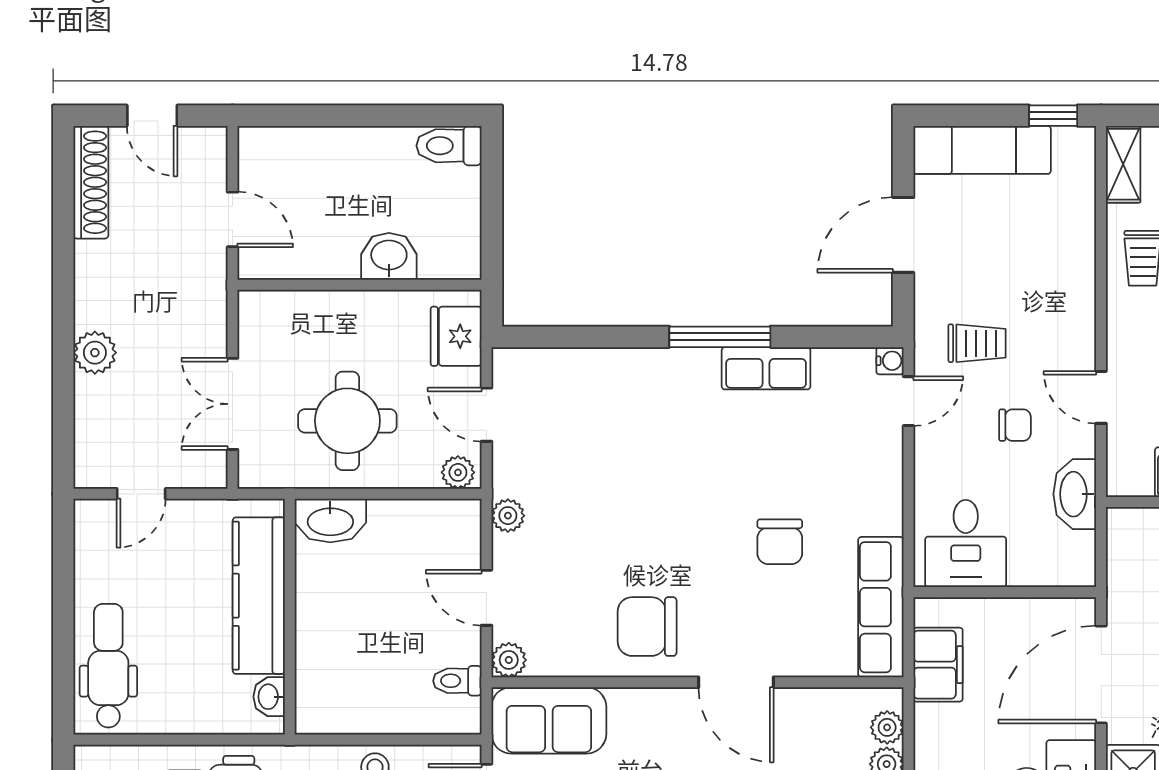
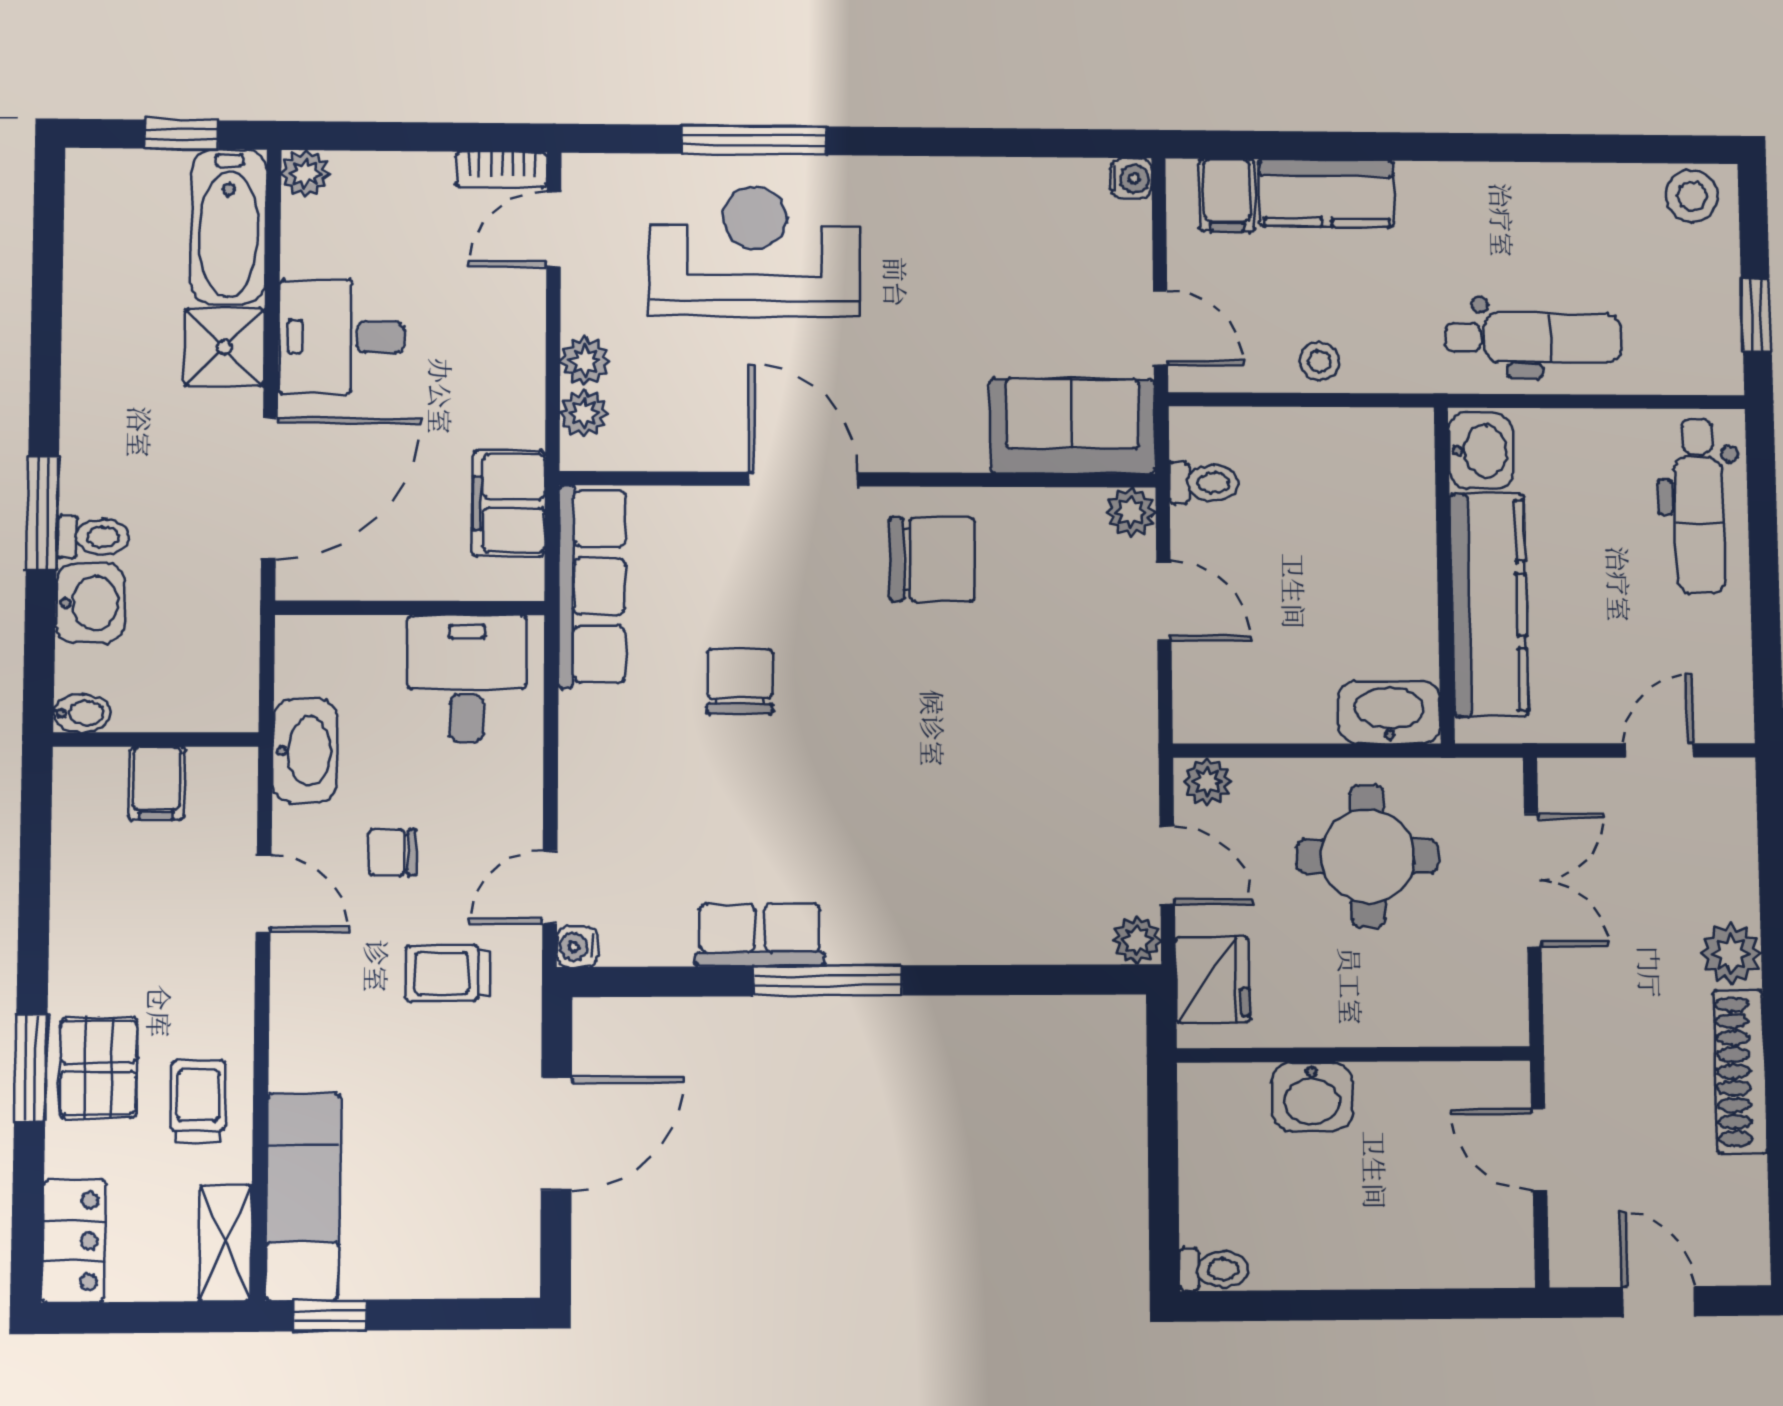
toilet: (449, 146) -> (1214, 1269), width x0.73, depth x0.72
exam couch: (982, 150) -> (303, 1196), moved, turned 90
shoe rack: (91, 182) -> (1740, 1071), moved
plant: (508, 516) -> (1137, 940), moved
washbasin: (269, 697) -> (1481, 451), width x1.38, depth x1.45

